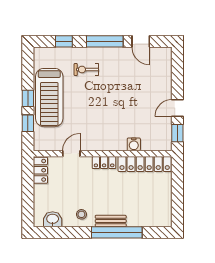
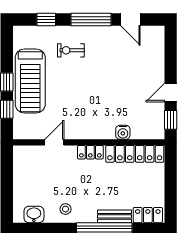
locker: (40, 170) -> (148, 215), moved, turned -90
bench: (111, 221) -> (114, 216), moved

